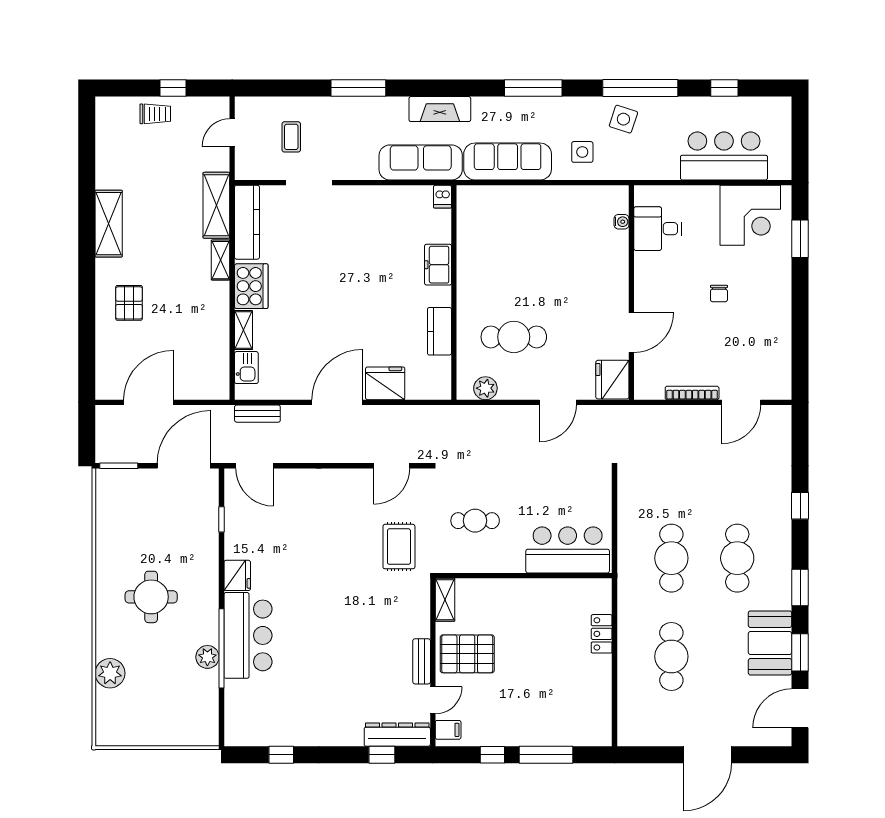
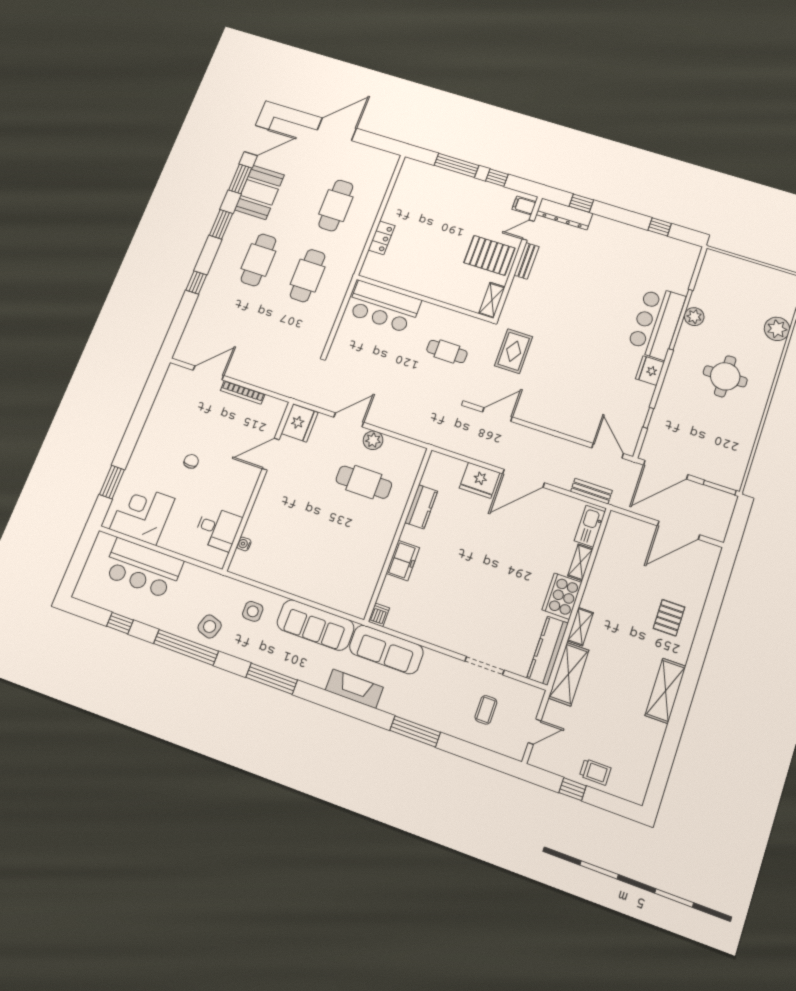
trolley: (155, 114) -> (595, 772), turned 180
kitchen sink: (246, 368) -> (590, 526), width x1.38
plant: (485, 388) -> (373, 440), moved

